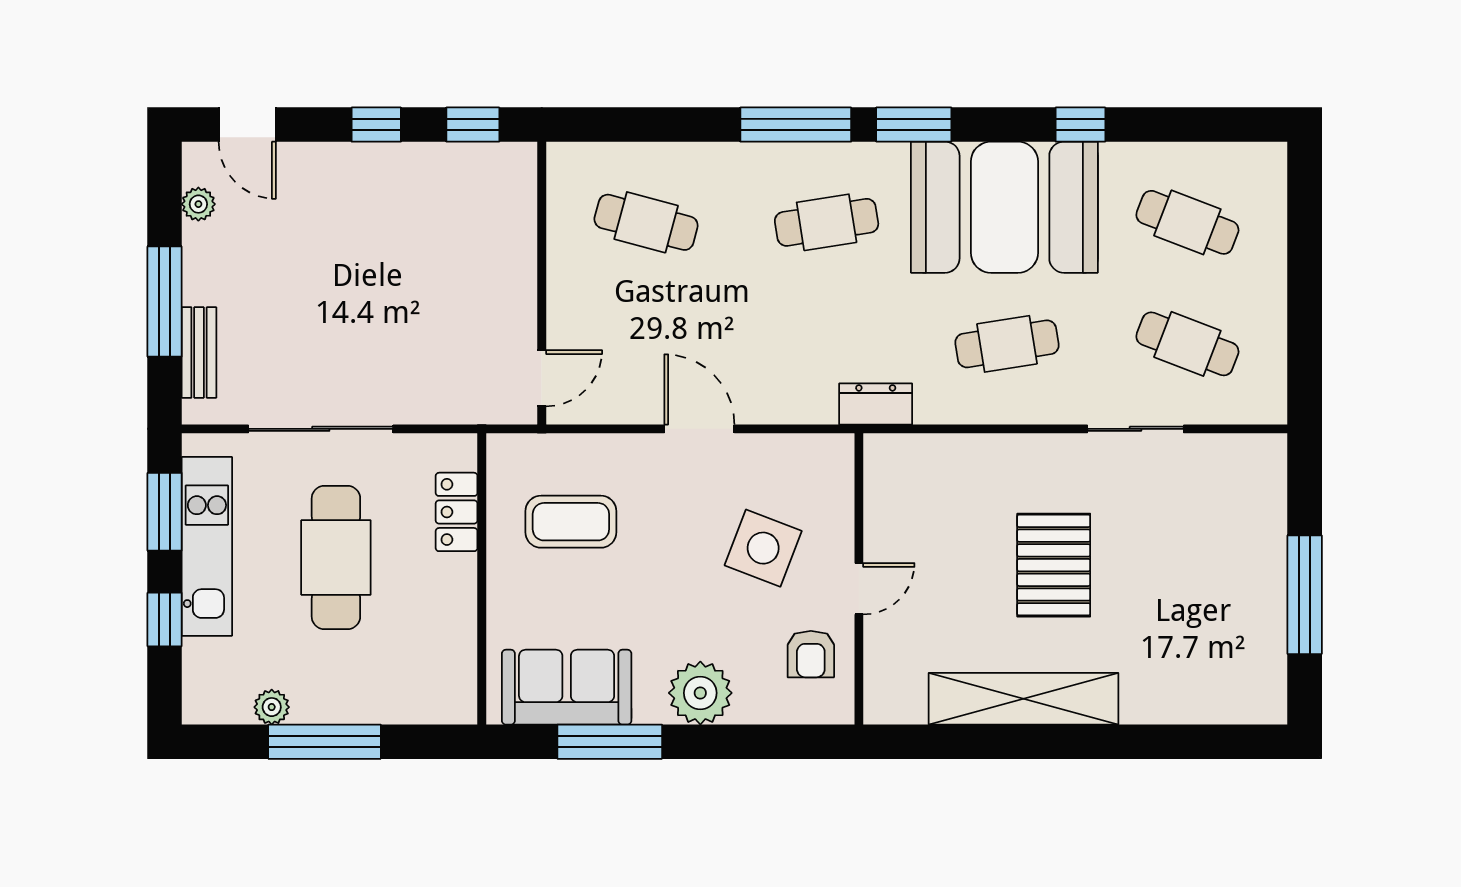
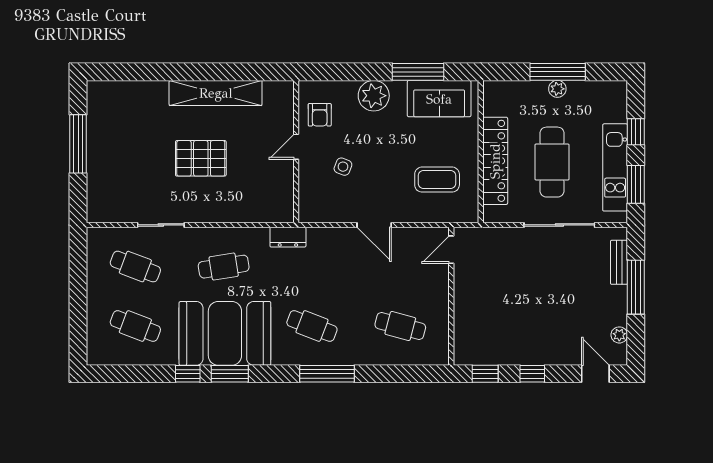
window: (914, 125) -> (230, 374), moved
cafe table: (827, 222) -> (312, 326), turned 30
locker: (457, 512) -> (495, 161), width x2.16, depth x1.21
side table: (763, 548) -> (343, 167), width x0.54, depth x0.54
pallet: (1054, 565) -> (201, 158), turned 90
armchair: (811, 654) -> (320, 115), turned 180
plant: (272, 707) -> (557, 89), moved

